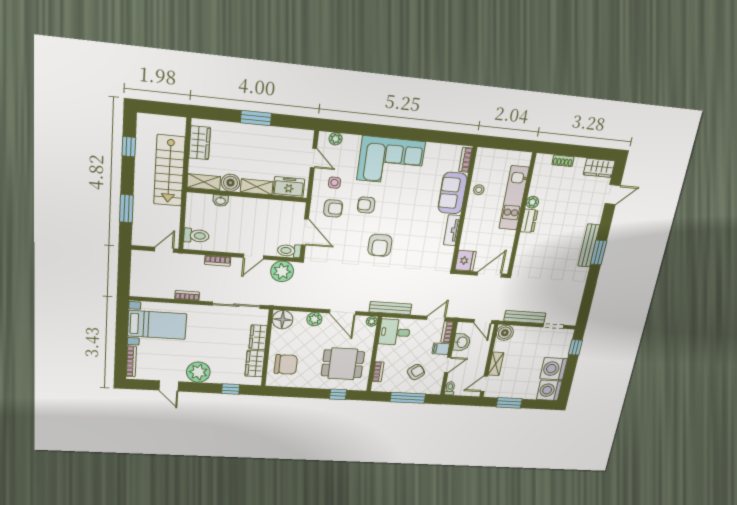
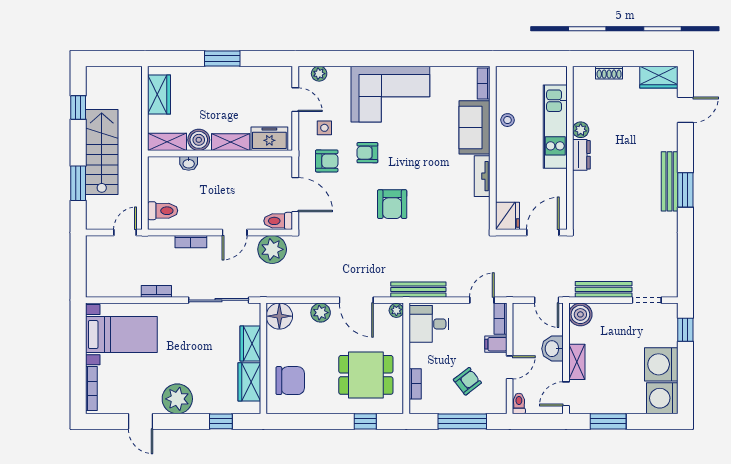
stairs: (169, 171) -> (102, 152), moved, turned 180
washbasin: (462, 342) -> (553, 349), moved, turned 180

